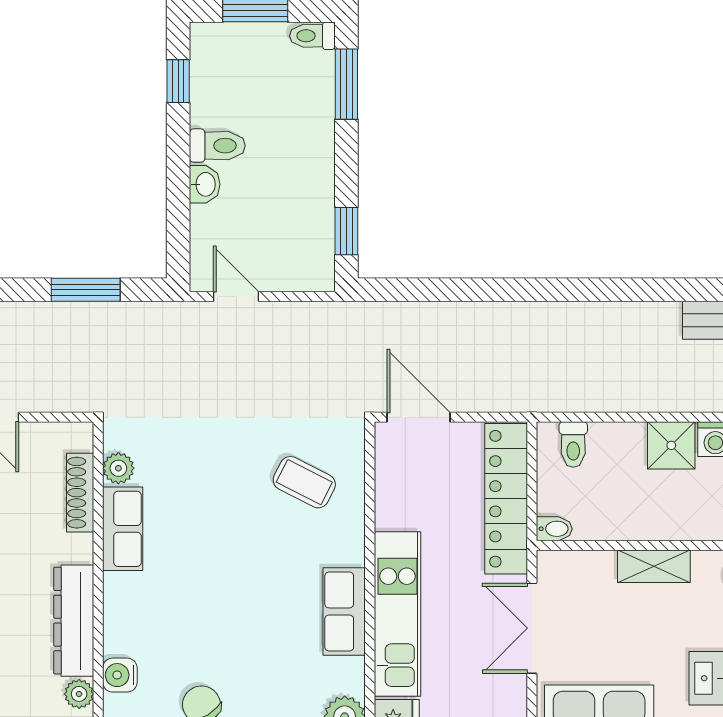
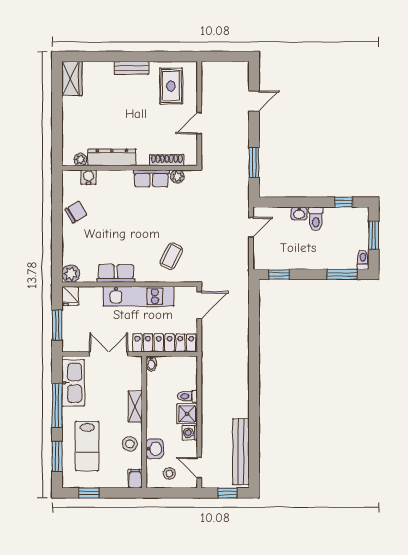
toilet: (573, 445) -> (187, 396), moved
kitchen unit: (397, 614) -> (139, 296), moved

